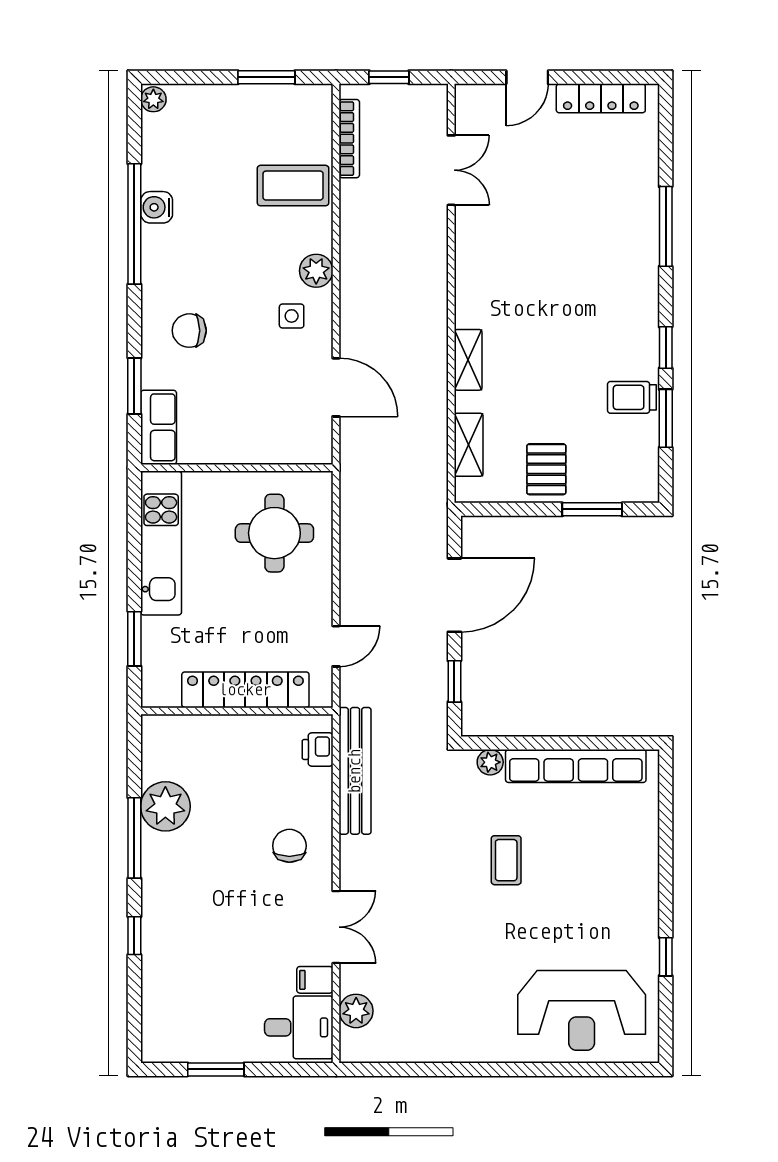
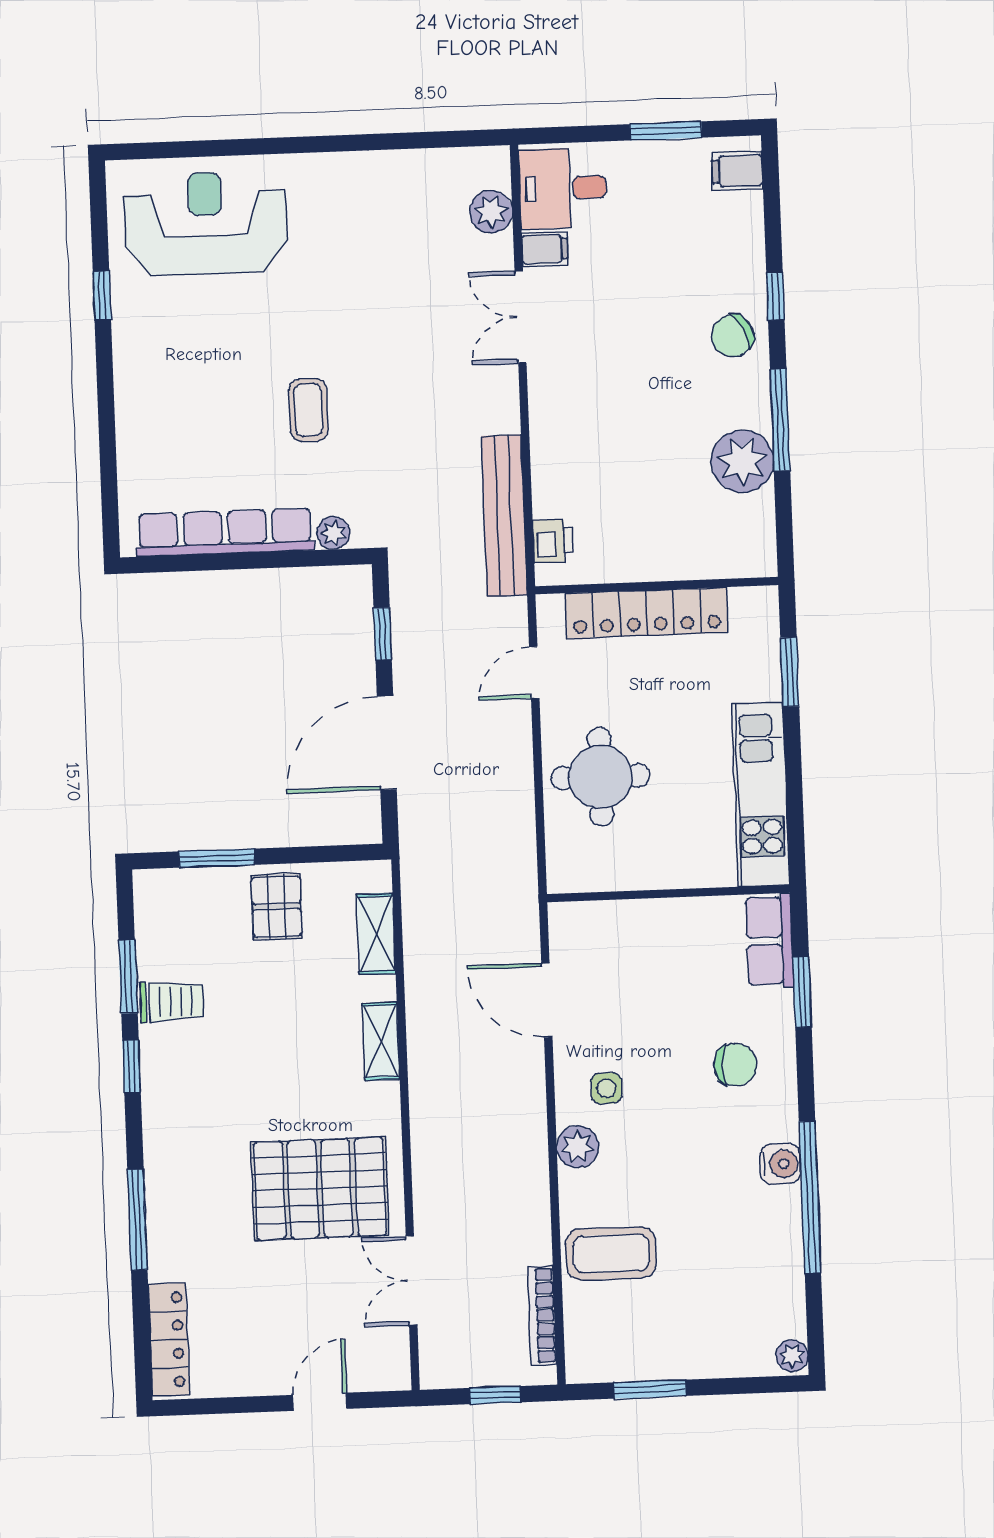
locker: (601, 98) -> (169, 1340), moved, turned 90
water cooler: (157, 207) -> (780, 1164), moved
pallet: (521, 245) -> (320, 1189), added
round table: (274, 533) -> (601, 777), moved
chair: (289, 846) -> (732, 336), moved, turned 61
filing cabinet: (161, 1036) -> (737, 171), added

